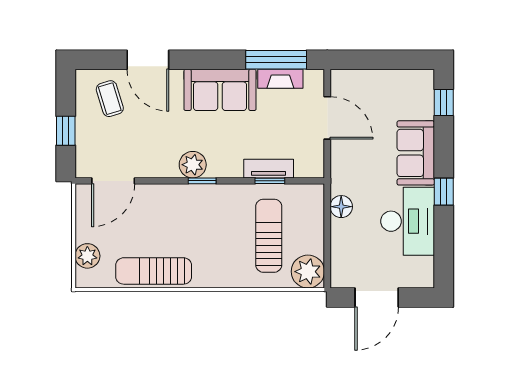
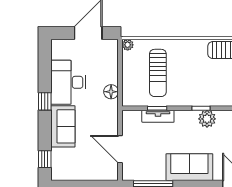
fireplace: (280, 79) -> (150, 174), removed
plant: (308, 272) -> (128, 45), width x0.53, depth x0.53

